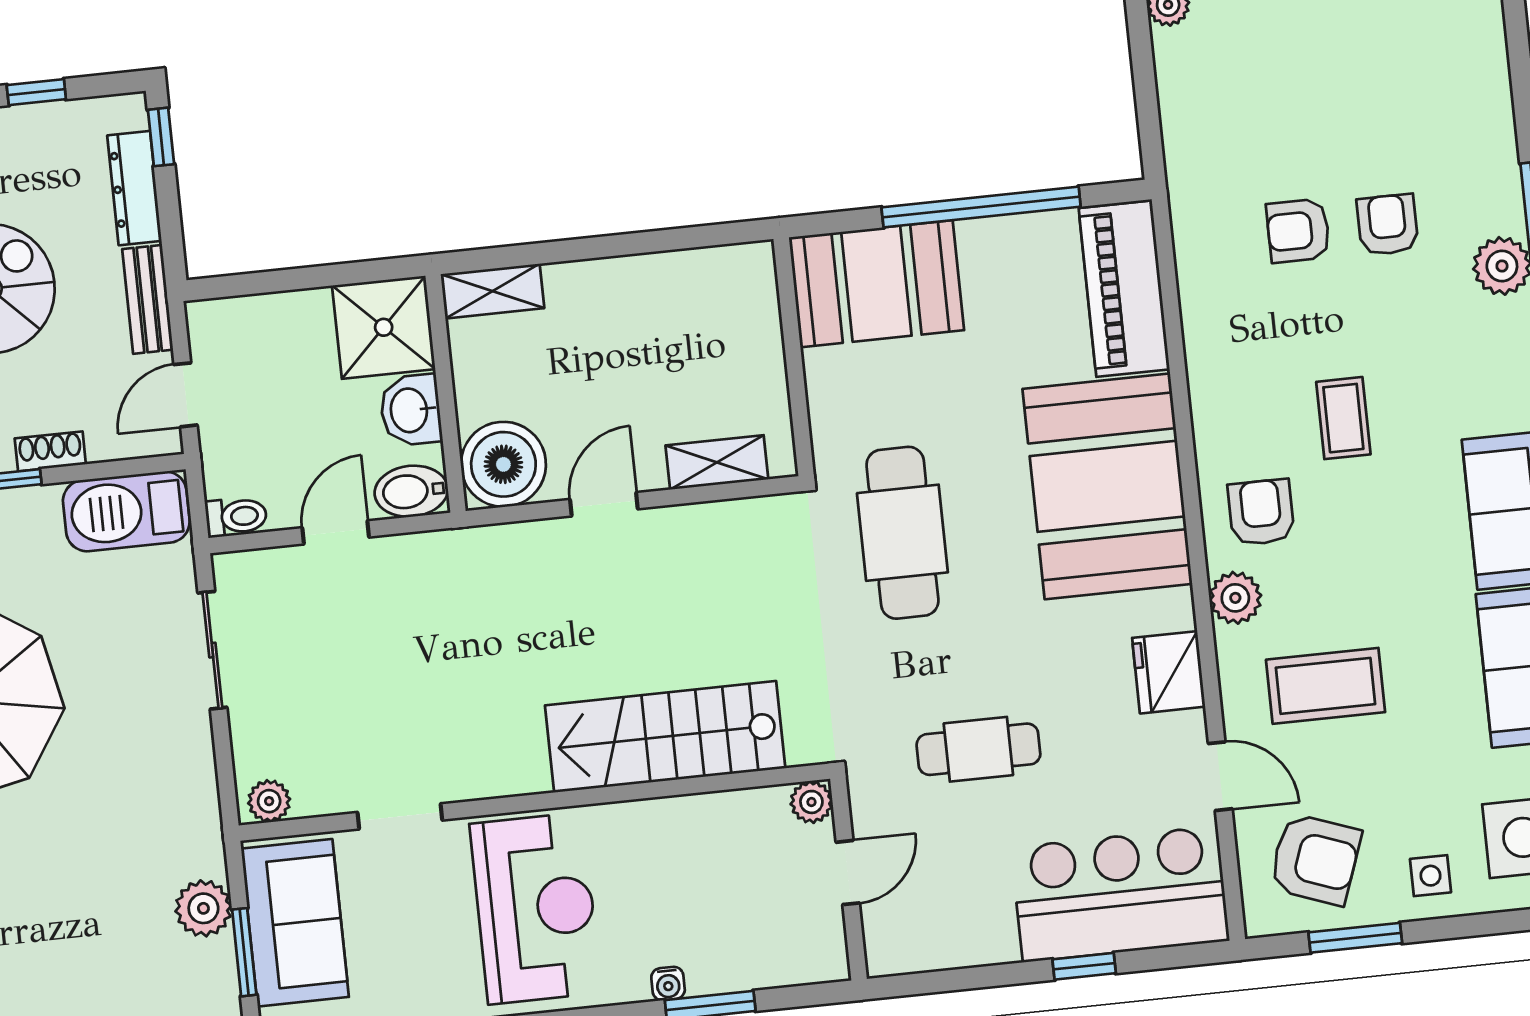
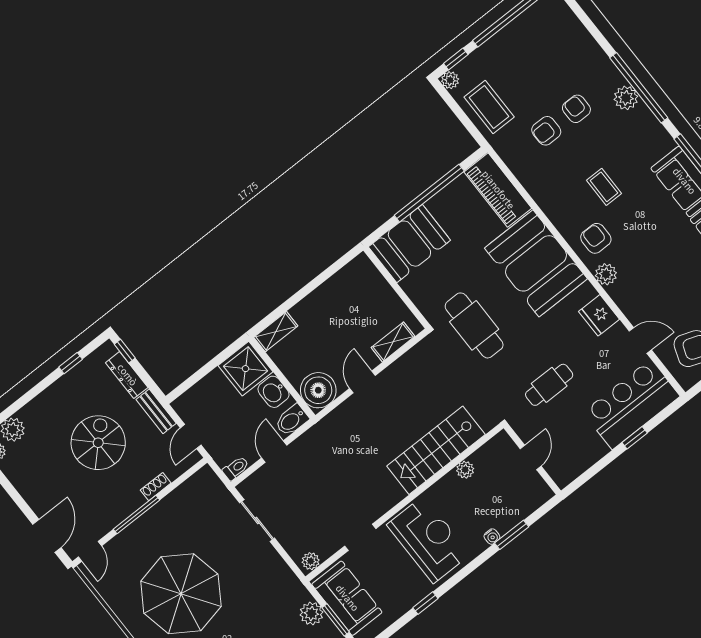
barbecue: (126, 511) -> (196, 491), removed
coffee table: (1326, 686) -> (489, 107), moved, turned 90
plant: (811, 802) -> (465, 470), moved

